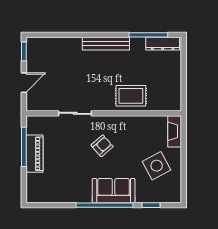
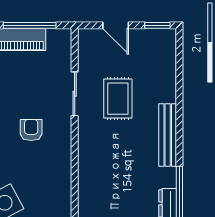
rug: (131, 96) -> (118, 99), moved
armchair: (102, 146) -> (31, 130), turned -139

